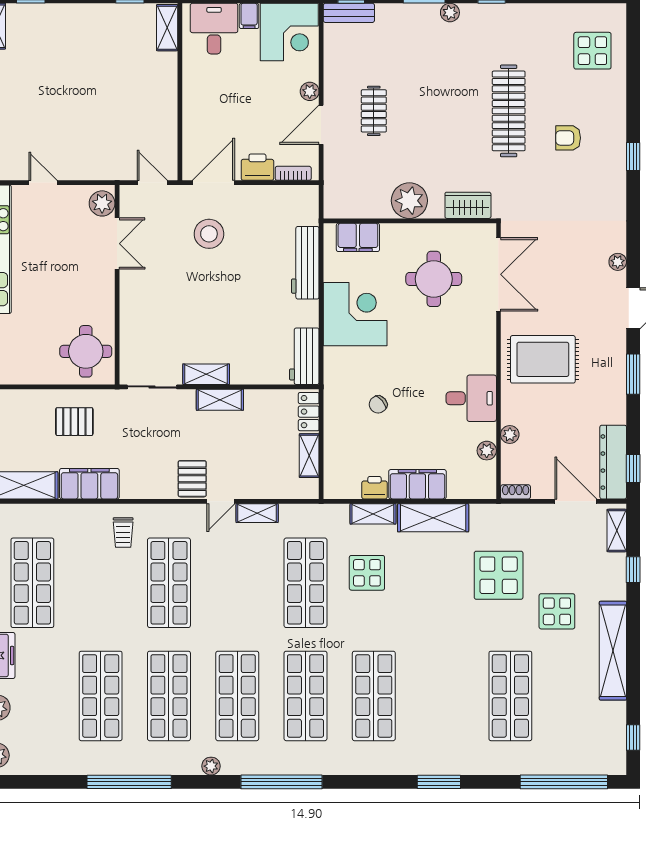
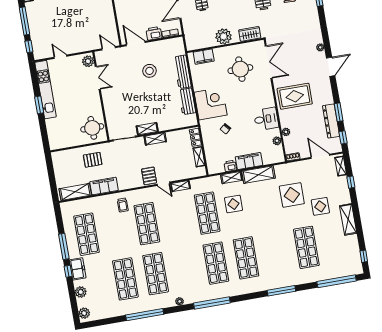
door: (213, 183) -> (136, 44), hinge flipped
stool: (209, 234) -> (150, 71), moved
corner desk: (355, 314) -> (211, 104), moved
workbench: (304, 356) -> (187, 101), moved
window: (633, 374) -> (339, 112), moved
dresser: (613, 462) -> (331, 121), moved
door: (221, 501) -> (163, 184), hinge flipped
shelving: (613, 651) -> (348, 219), width x0.68
shop shelf: (237, 696) -> (186, 268), removed
window: (439, 782) -> (281, 291), width x1.44

